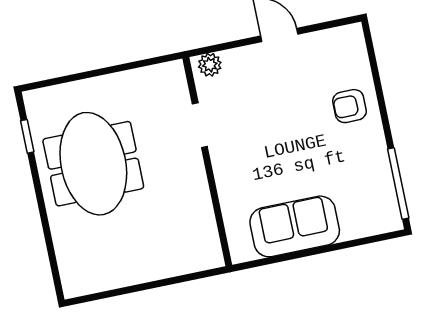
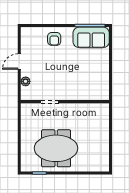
plant: (210, 65) -> (26, 81), moved
sofa: (295, 226) -> (91, 37), moved, turned -90

